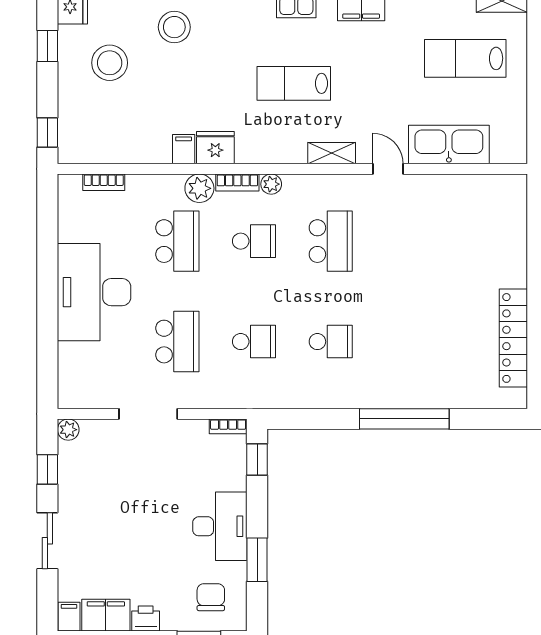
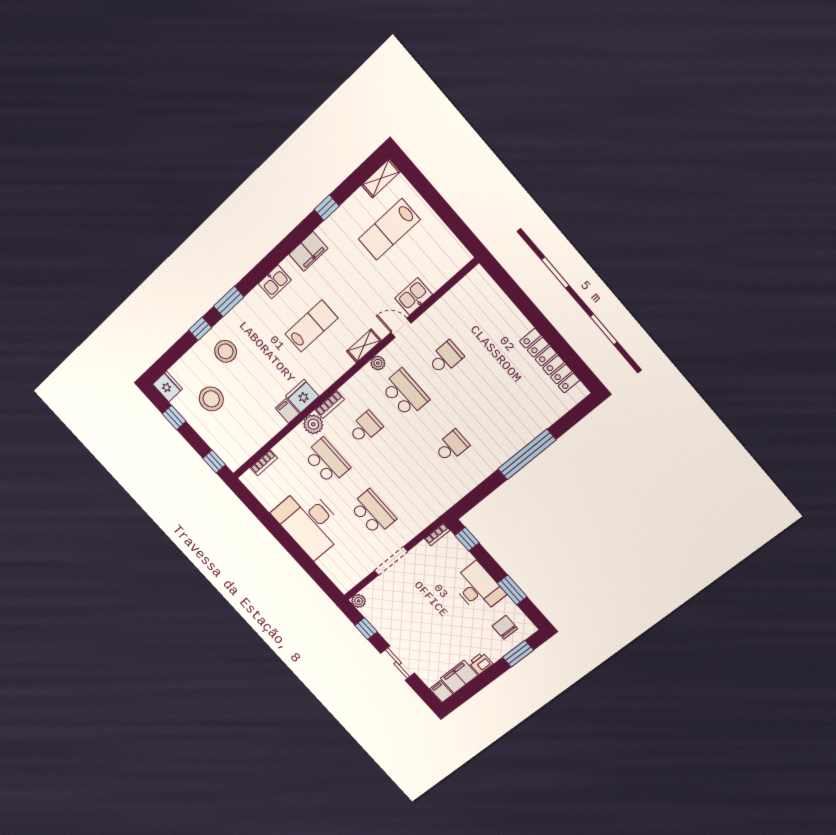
lab bench: (294, 83) -> (311, 326), turned 180
kitchen sink: (449, 144) -> (414, 296), width x0.53, depth x0.81
plant: (271, 184) -> (378, 363), moved
school desk: (254, 342) -> (446, 358), moved

